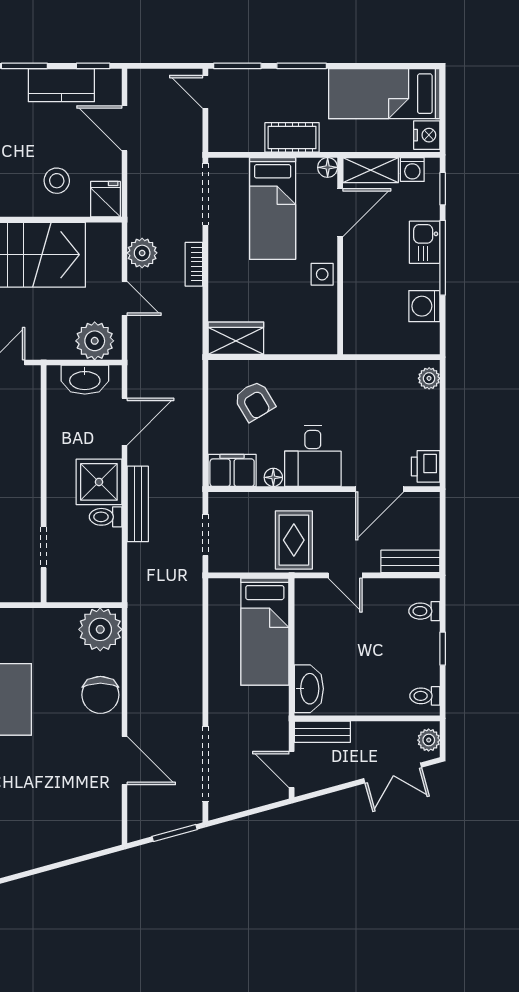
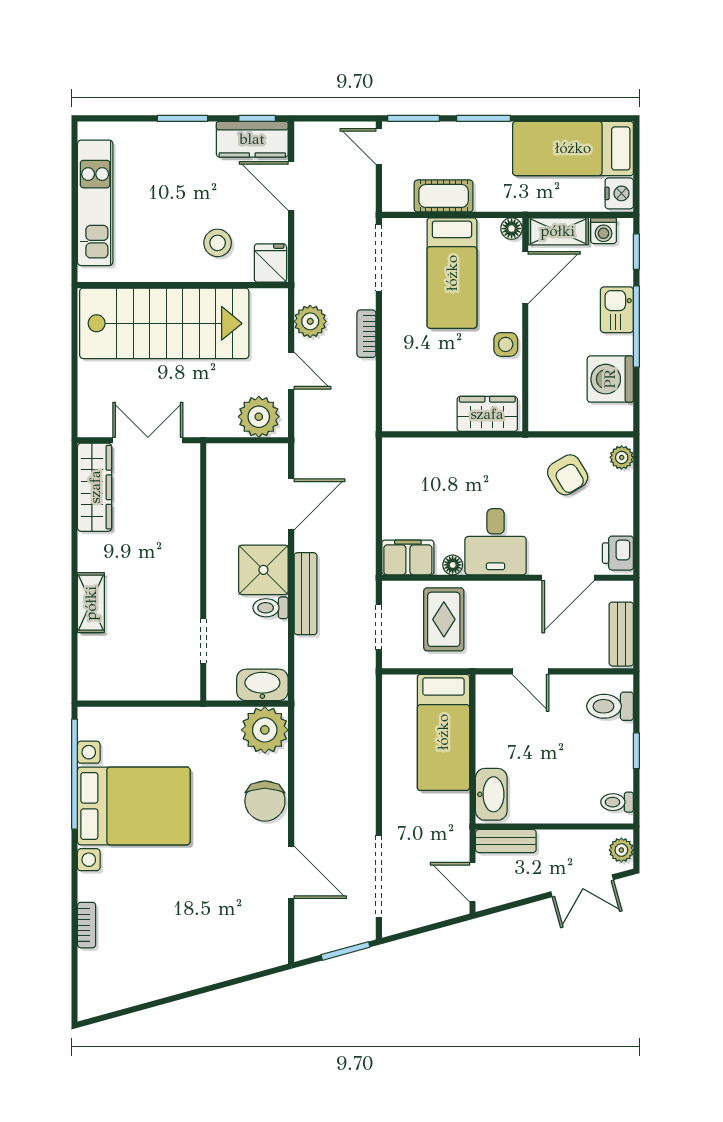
kitchen counter: (61, 85) -> (252, 139), moved
cot: (292, 137) -> (444, 196), moved
washing machine: (424, 306) -> (610, 379), width x1.37, depth x1.37
wardrobe: (236, 338) -> (487, 414), moved
washbasin: (85, 380) -> (262, 685), moved, turned 180
armchair: (254, 401) -> (568, 475), moved
rug: (294, 540) -> (444, 619), moved
bench: (410, 561) -> (621, 634), moved, turned 90
toilet: (424, 611) -> (610, 706), width x1.37, depth x1.39

